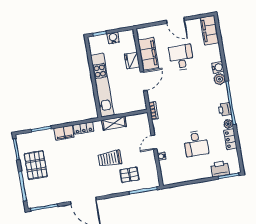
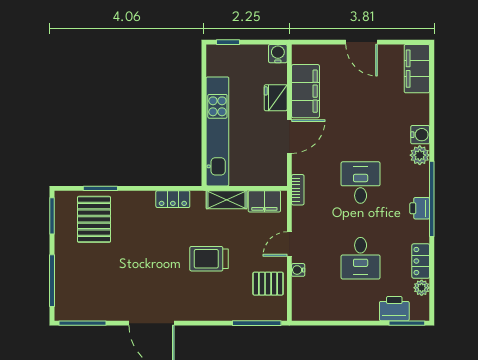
water cooler: (113, 38) -> (278, 54), moved
desk: (181, 57) -> (361, 183), moved
plant: (228, 124) -> (422, 288), moved
filing cabinet: (64, 133) -> (264, 201), moved
pallet: (36, 165) -> (94, 219), moved
pallet: (129, 175) -> (268, 284), moved

